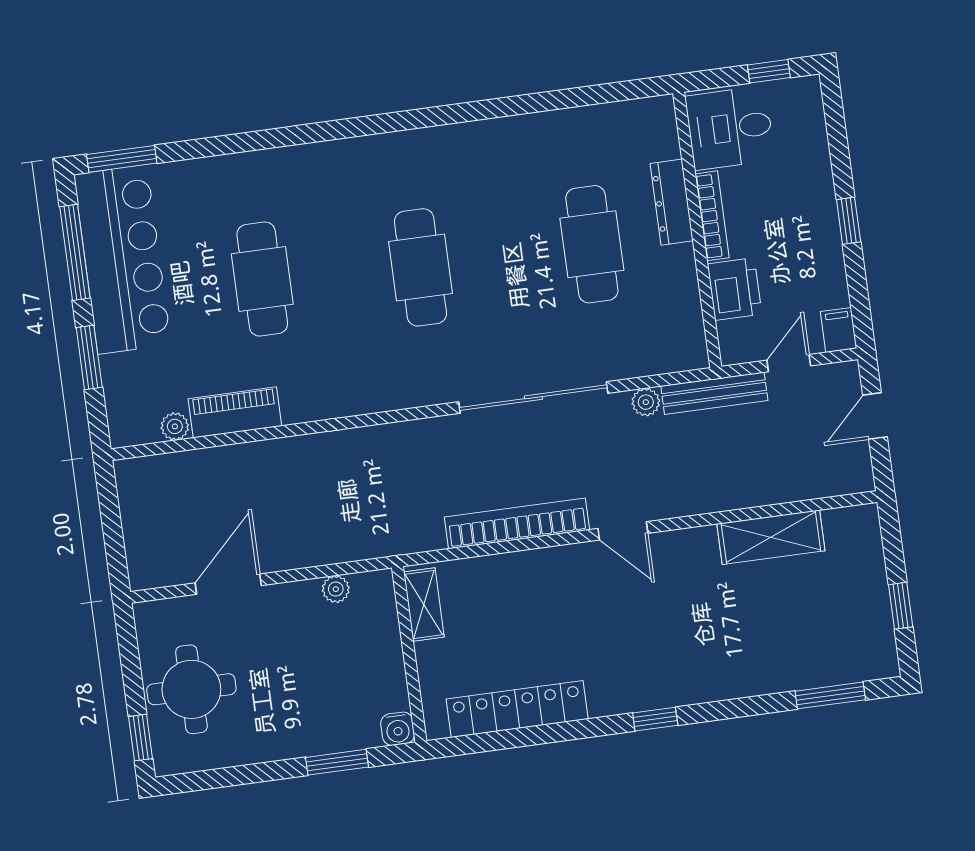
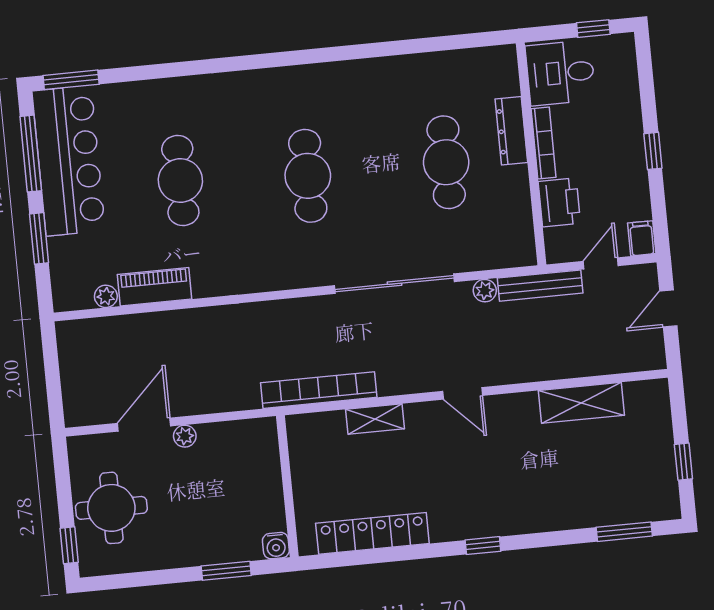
bookcase: (517, 523) -> (319, 390), moved
plant: (336, 589) -> (185, 436), moved
shelving: (424, 605) -> (375, 419), moved, turned 90

